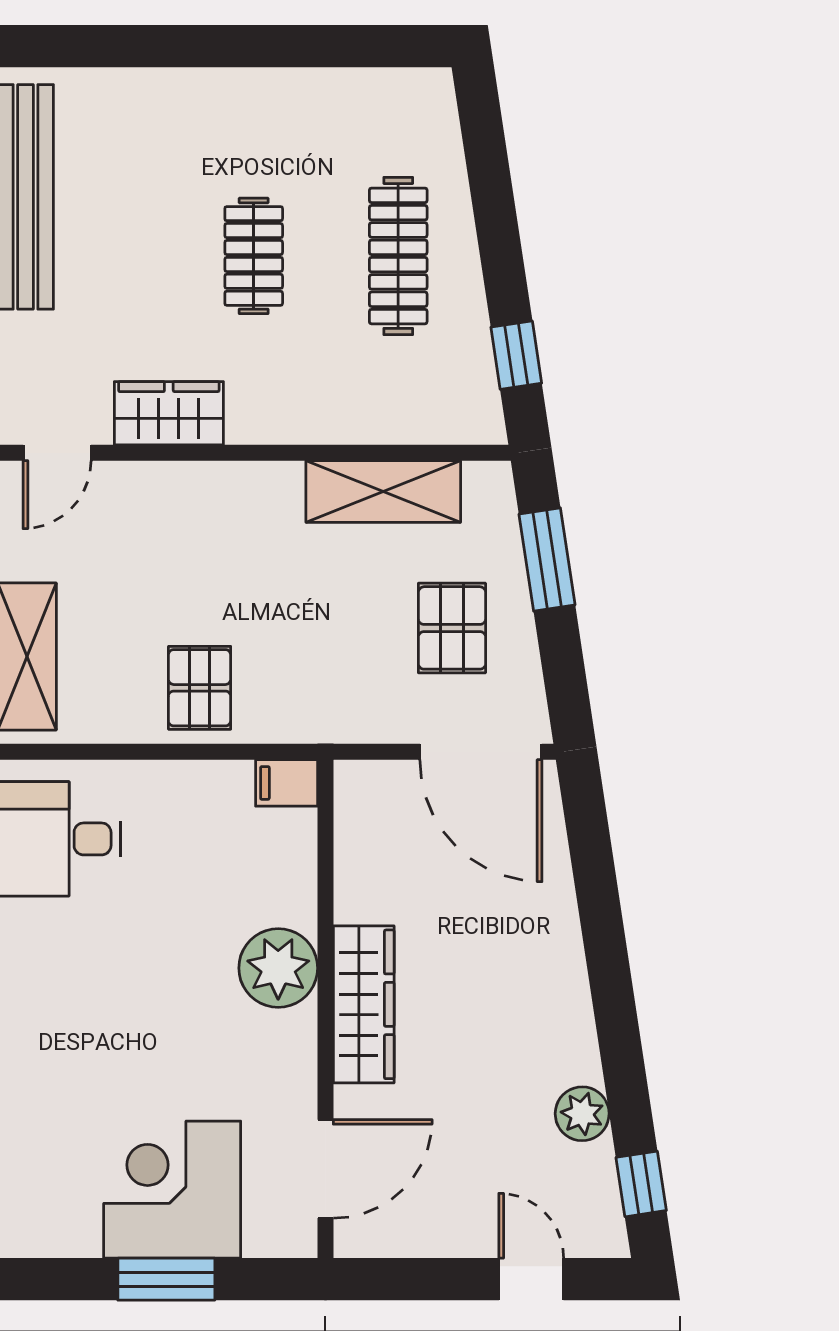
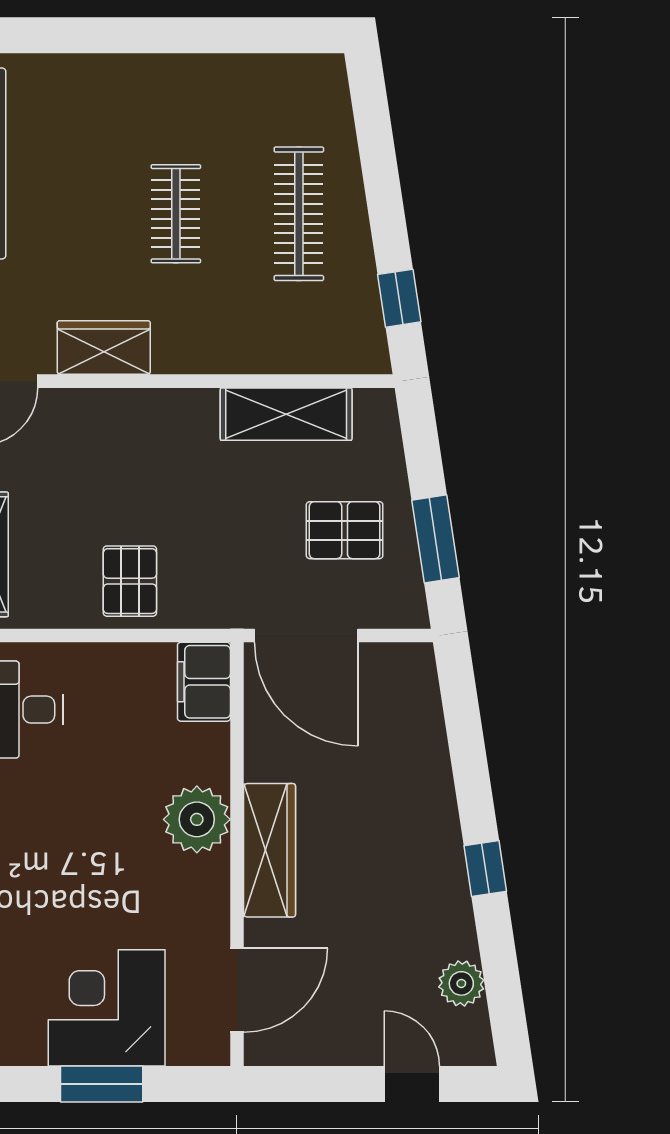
window: (547, 560) -> (436, 539), moved
pallet: (452, 628) -> (345, 530), turned 90
door: (481, 752) -> (306, 636), moved
filing cabinet: (287, 783) -> (204, 682), width x2.00
plant: (582, 1114) -> (461, 983), moved
window: (641, 1184) -> (485, 868), moved

